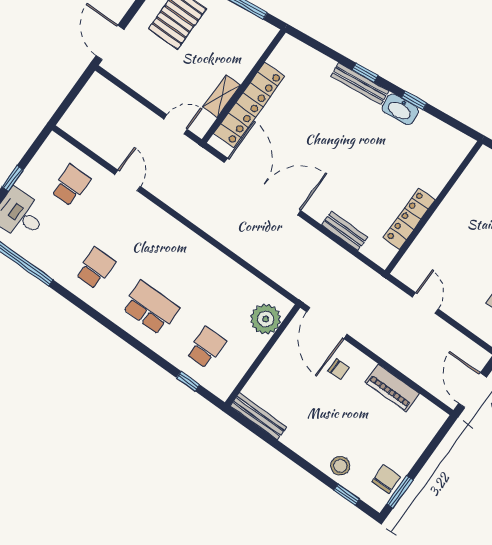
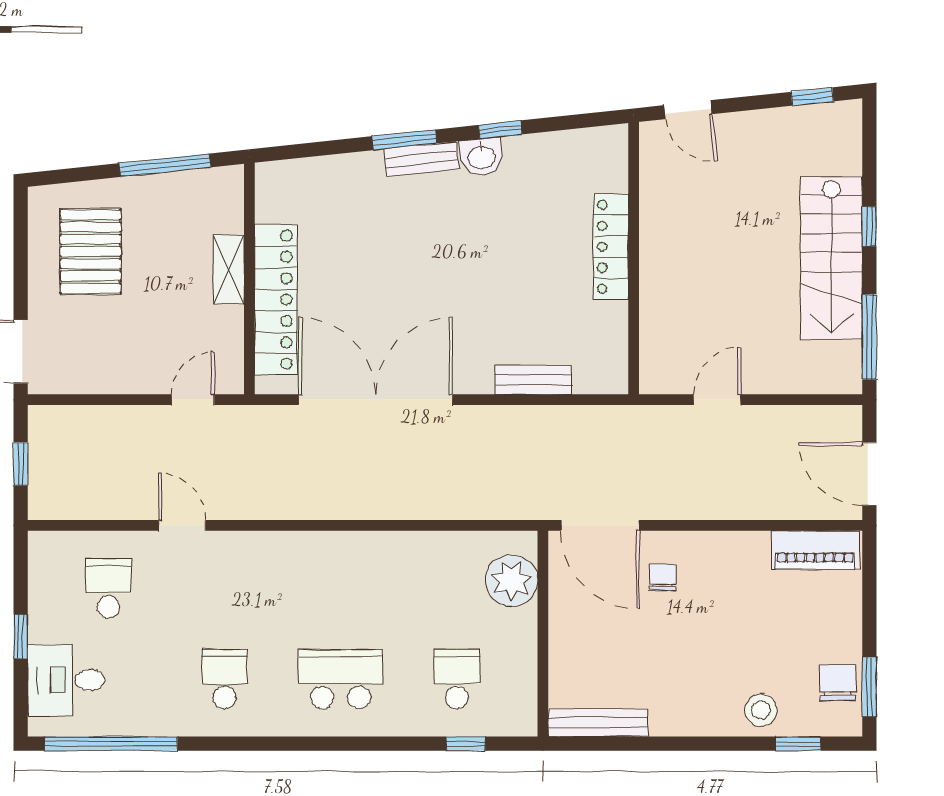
window: (365, 73) -> (404, 140), width x1.50
bench: (360, 84) -> (421, 159), width x0.73
window: (72, 96) -> (21, 464), added
shelving: (222, 96) -> (229, 270), moved
washbasin: (400, 109) -> (482, 157), width x0.72
locker: (409, 219) -> (611, 247), moved
door: (425, 303) -> (717, 400), hinge flipped
chair: (339, 369) -> (663, 578), turned -90
piano: (392, 388) -> (815, 550), moved

